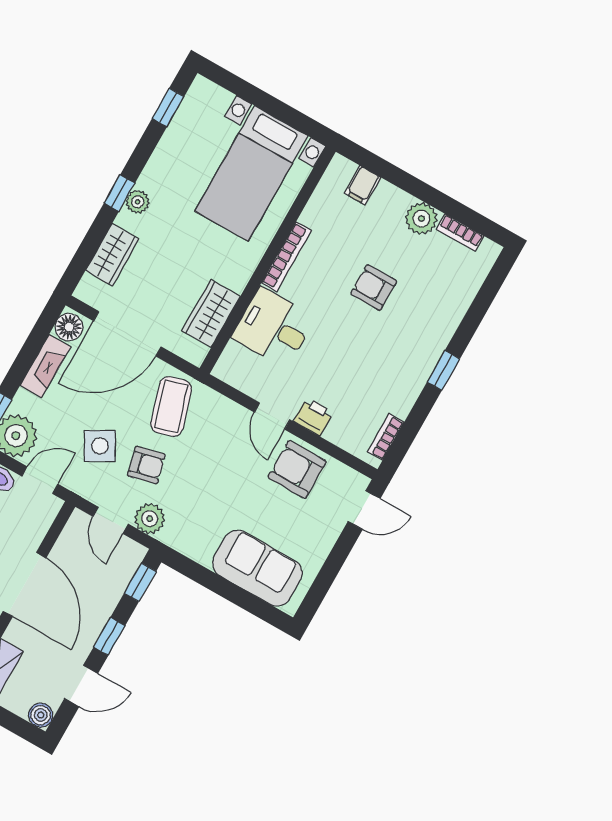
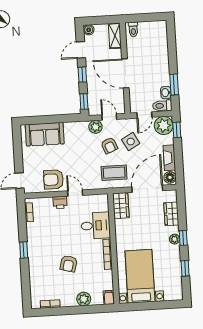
window: (168, 107) -> (185, 268), moved
filing cabinet: (363, 185) -> (109, 297), moved
plant: (421, 219) -> (84, 299), moved
armchair: (374, 287) -> (69, 264), turned 105
wardrobe: (211, 314) -> (121, 206), moved
coffee table: (171, 406) -> (114, 173), turned -73
armchair: (146, 465) -> (109, 146), turned -98
armchair: (297, 469) -> (54, 179), turned 180

